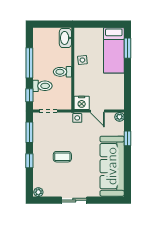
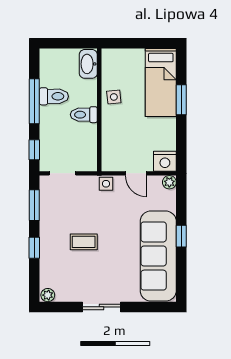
window: (127, 48) -> (181, 100), moved
toilet: (42, 86) -> (54, 96), moved
nightstand: (82, 103) -> (165, 161), moved
window: (127, 138) -> (181, 236), moved

